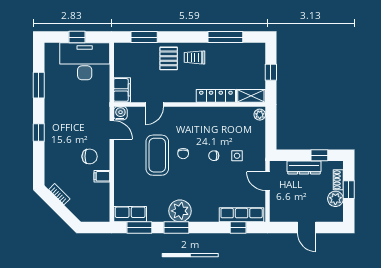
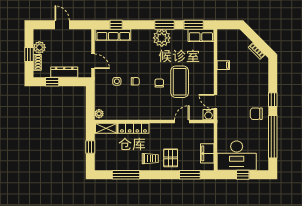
window: (39, 85) -> (273, 137), width x2.11
filing cabinet: (122, 90) -> (207, 153), moved
chair: (90, 156) -> (256, 114), moved

